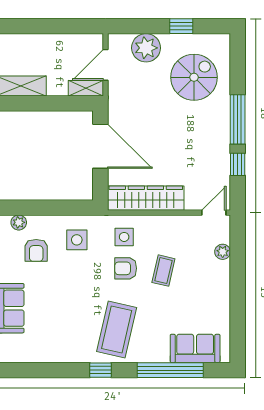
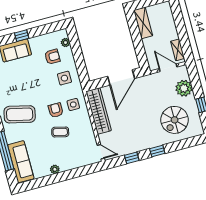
spiral stairs: (194, 77) -> (175, 120), turned 90
shelving: (86, 88) -> (178, 50), moved
window: (238, 119) -> (157, 151), width x0.46
armchair: (36, 250) -> (52, 57), turned 180
plant: (223, 252) -> (55, 169), moved
sofa: (195, 348) -> (21, 162), width x1.36

